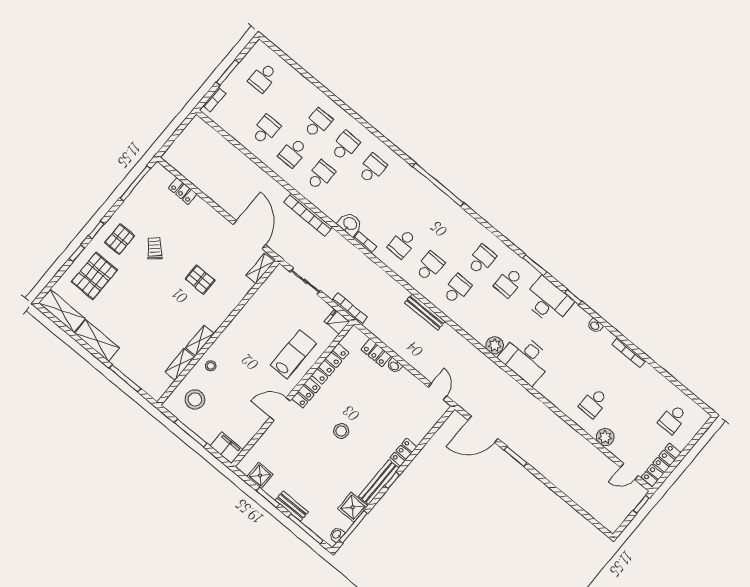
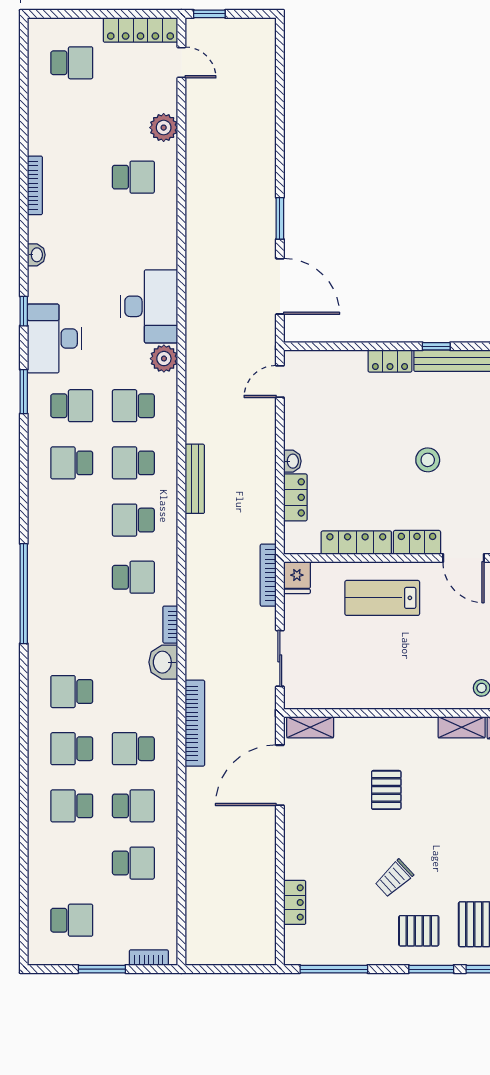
school desk: (266, 130) -> (133, 863), turned 180
window: (96, 230) -> (431, 969), width x1.50
school desk: (484, 312) -> (133, 406), added

